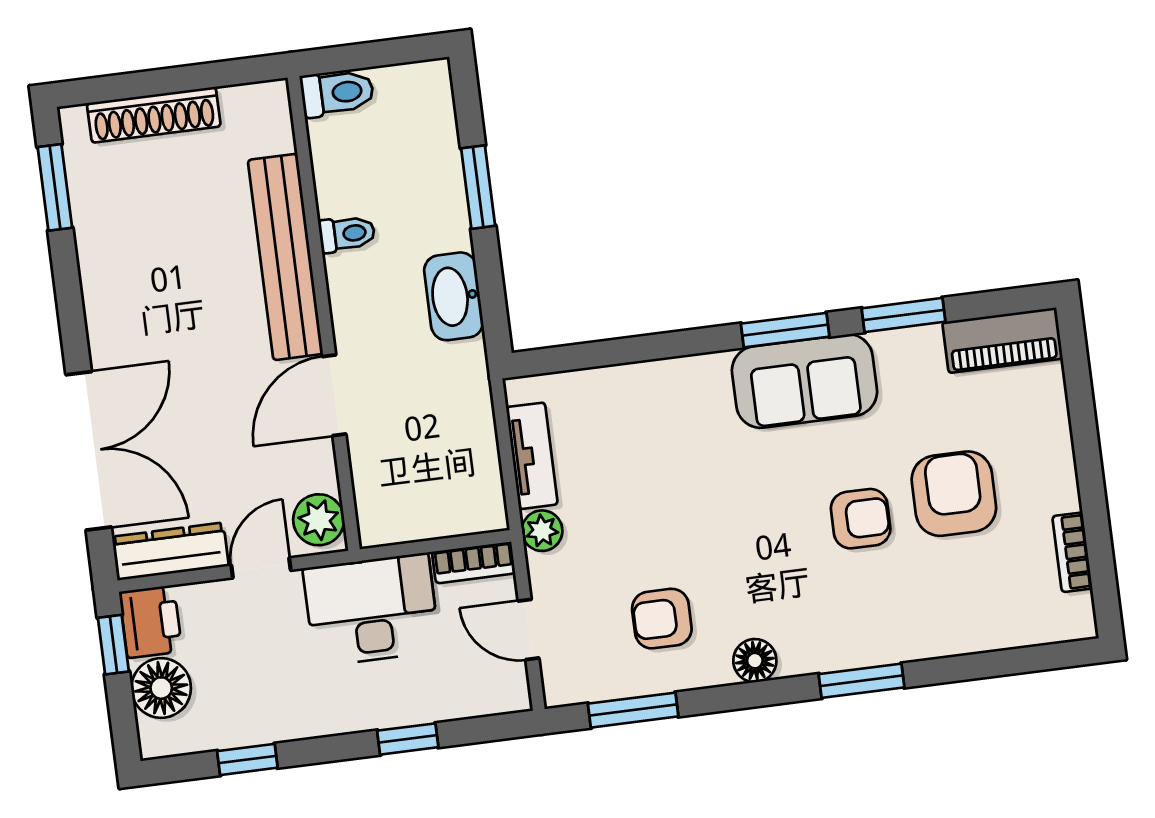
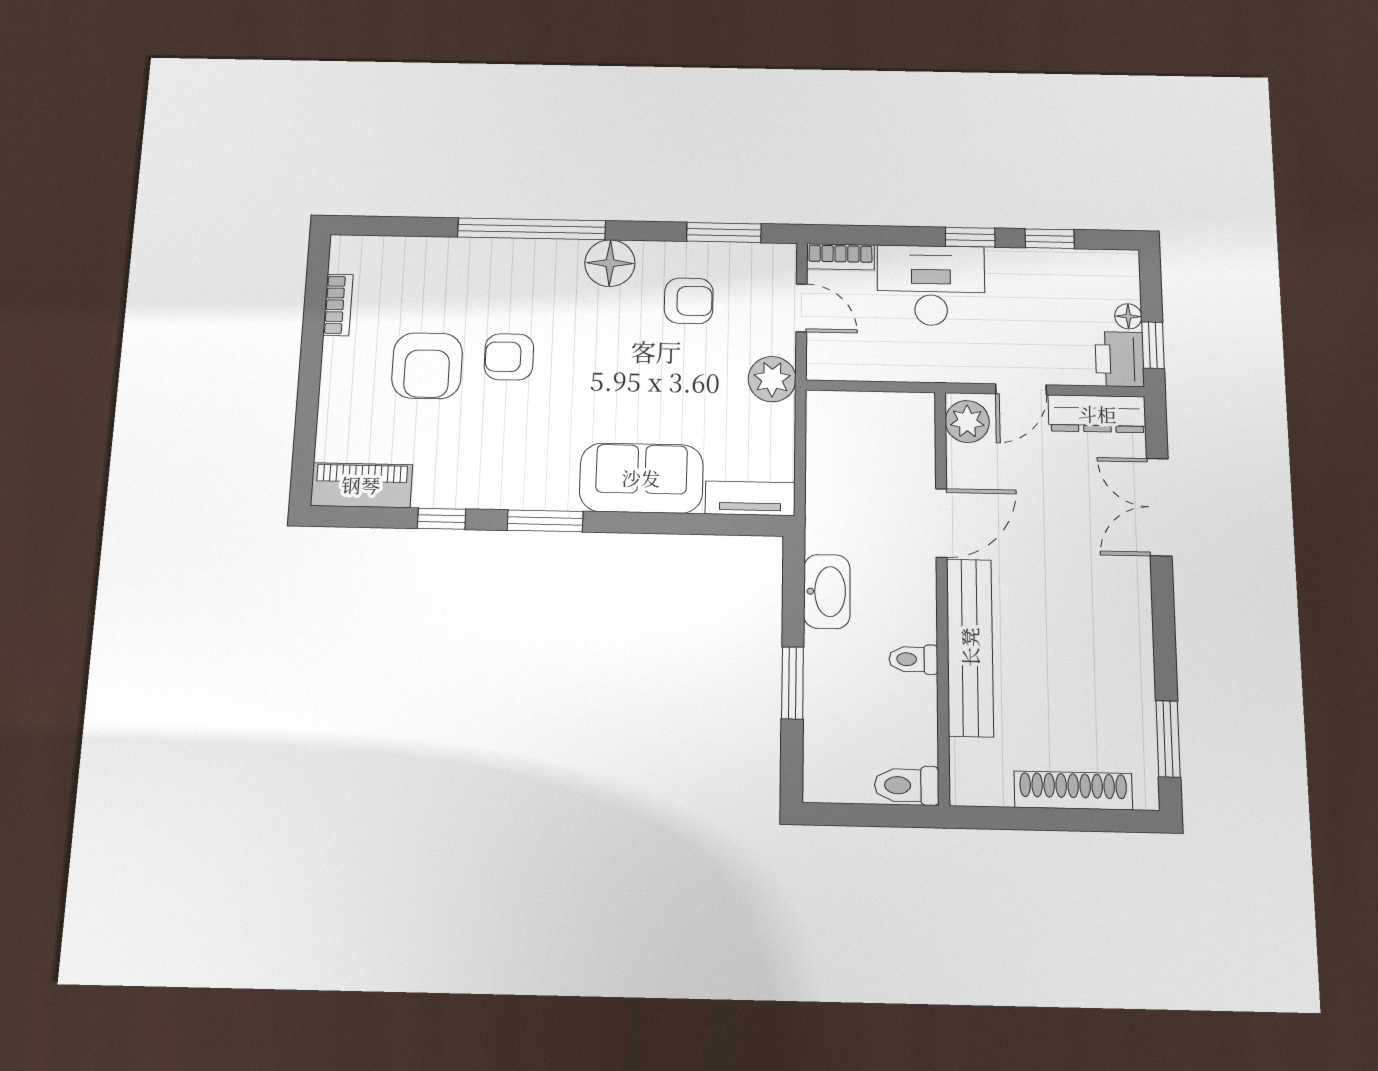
window: (904, 315) -> (442, 519), width x0.67
sofa: (805, 381) -> (641, 478), moved
double door: (89, 451) -> (1159, 507), width x0.73
tv unit: (532, 456) -> (750, 498), moved, turned 90
plant: (542, 531) -> (772, 379), width x1.38, depth x1.38
bookcase: (474, 563) -> (840, 257), moved, turned 180
desk: (371, 610) -> (931, 285), moved, turned 180
floor lamp: (755, 661) -> (610, 263), width x1.38, depth x1.38
window: (862, 681) -> (532, 229), width x2.11
floor lamp: (161, 688) -> (1128, 316), width x0.53, depth x0.53
window: (408, 739) -> (970, 237), moved

